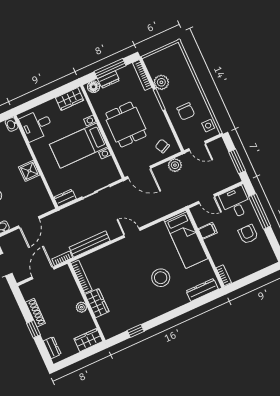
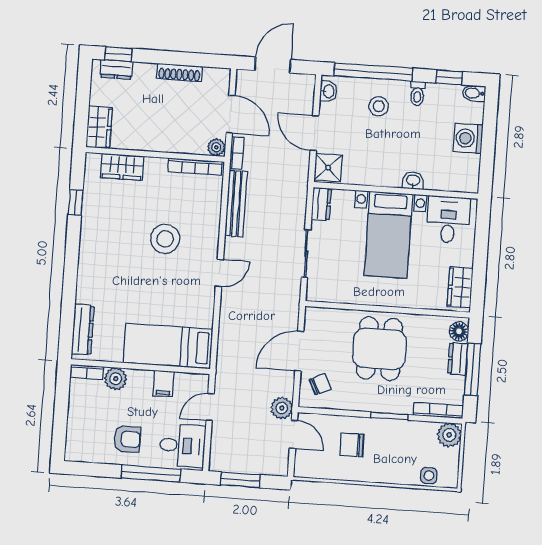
plant: (161, 82) -> (449, 435), moved
washbasin: (12, 124) -> (413, 181), moved
dining table: (126, 125) -> (379, 349), turned 90
side table: (208, 126) -> (429, 476), moved
bed with nightstands: (78, 146) -> (388, 235), moved, turned 180
door: (197, 146) -> (293, 434), swing flipped
plant: (175, 165) -> (282, 408), moved
shower: (29, 171) -> (328, 168), moved
door: (139, 172) -> (299, 351), moved
plant: (219, 258) -> (116, 379), added
stool: (161, 278) -> (165, 239), moved
wardrobe: (97, 303) -> (122, 167), moved
plant: (81, 307) -> (216, 147), moved
window: (33, 329) -> (118, 54), moved

